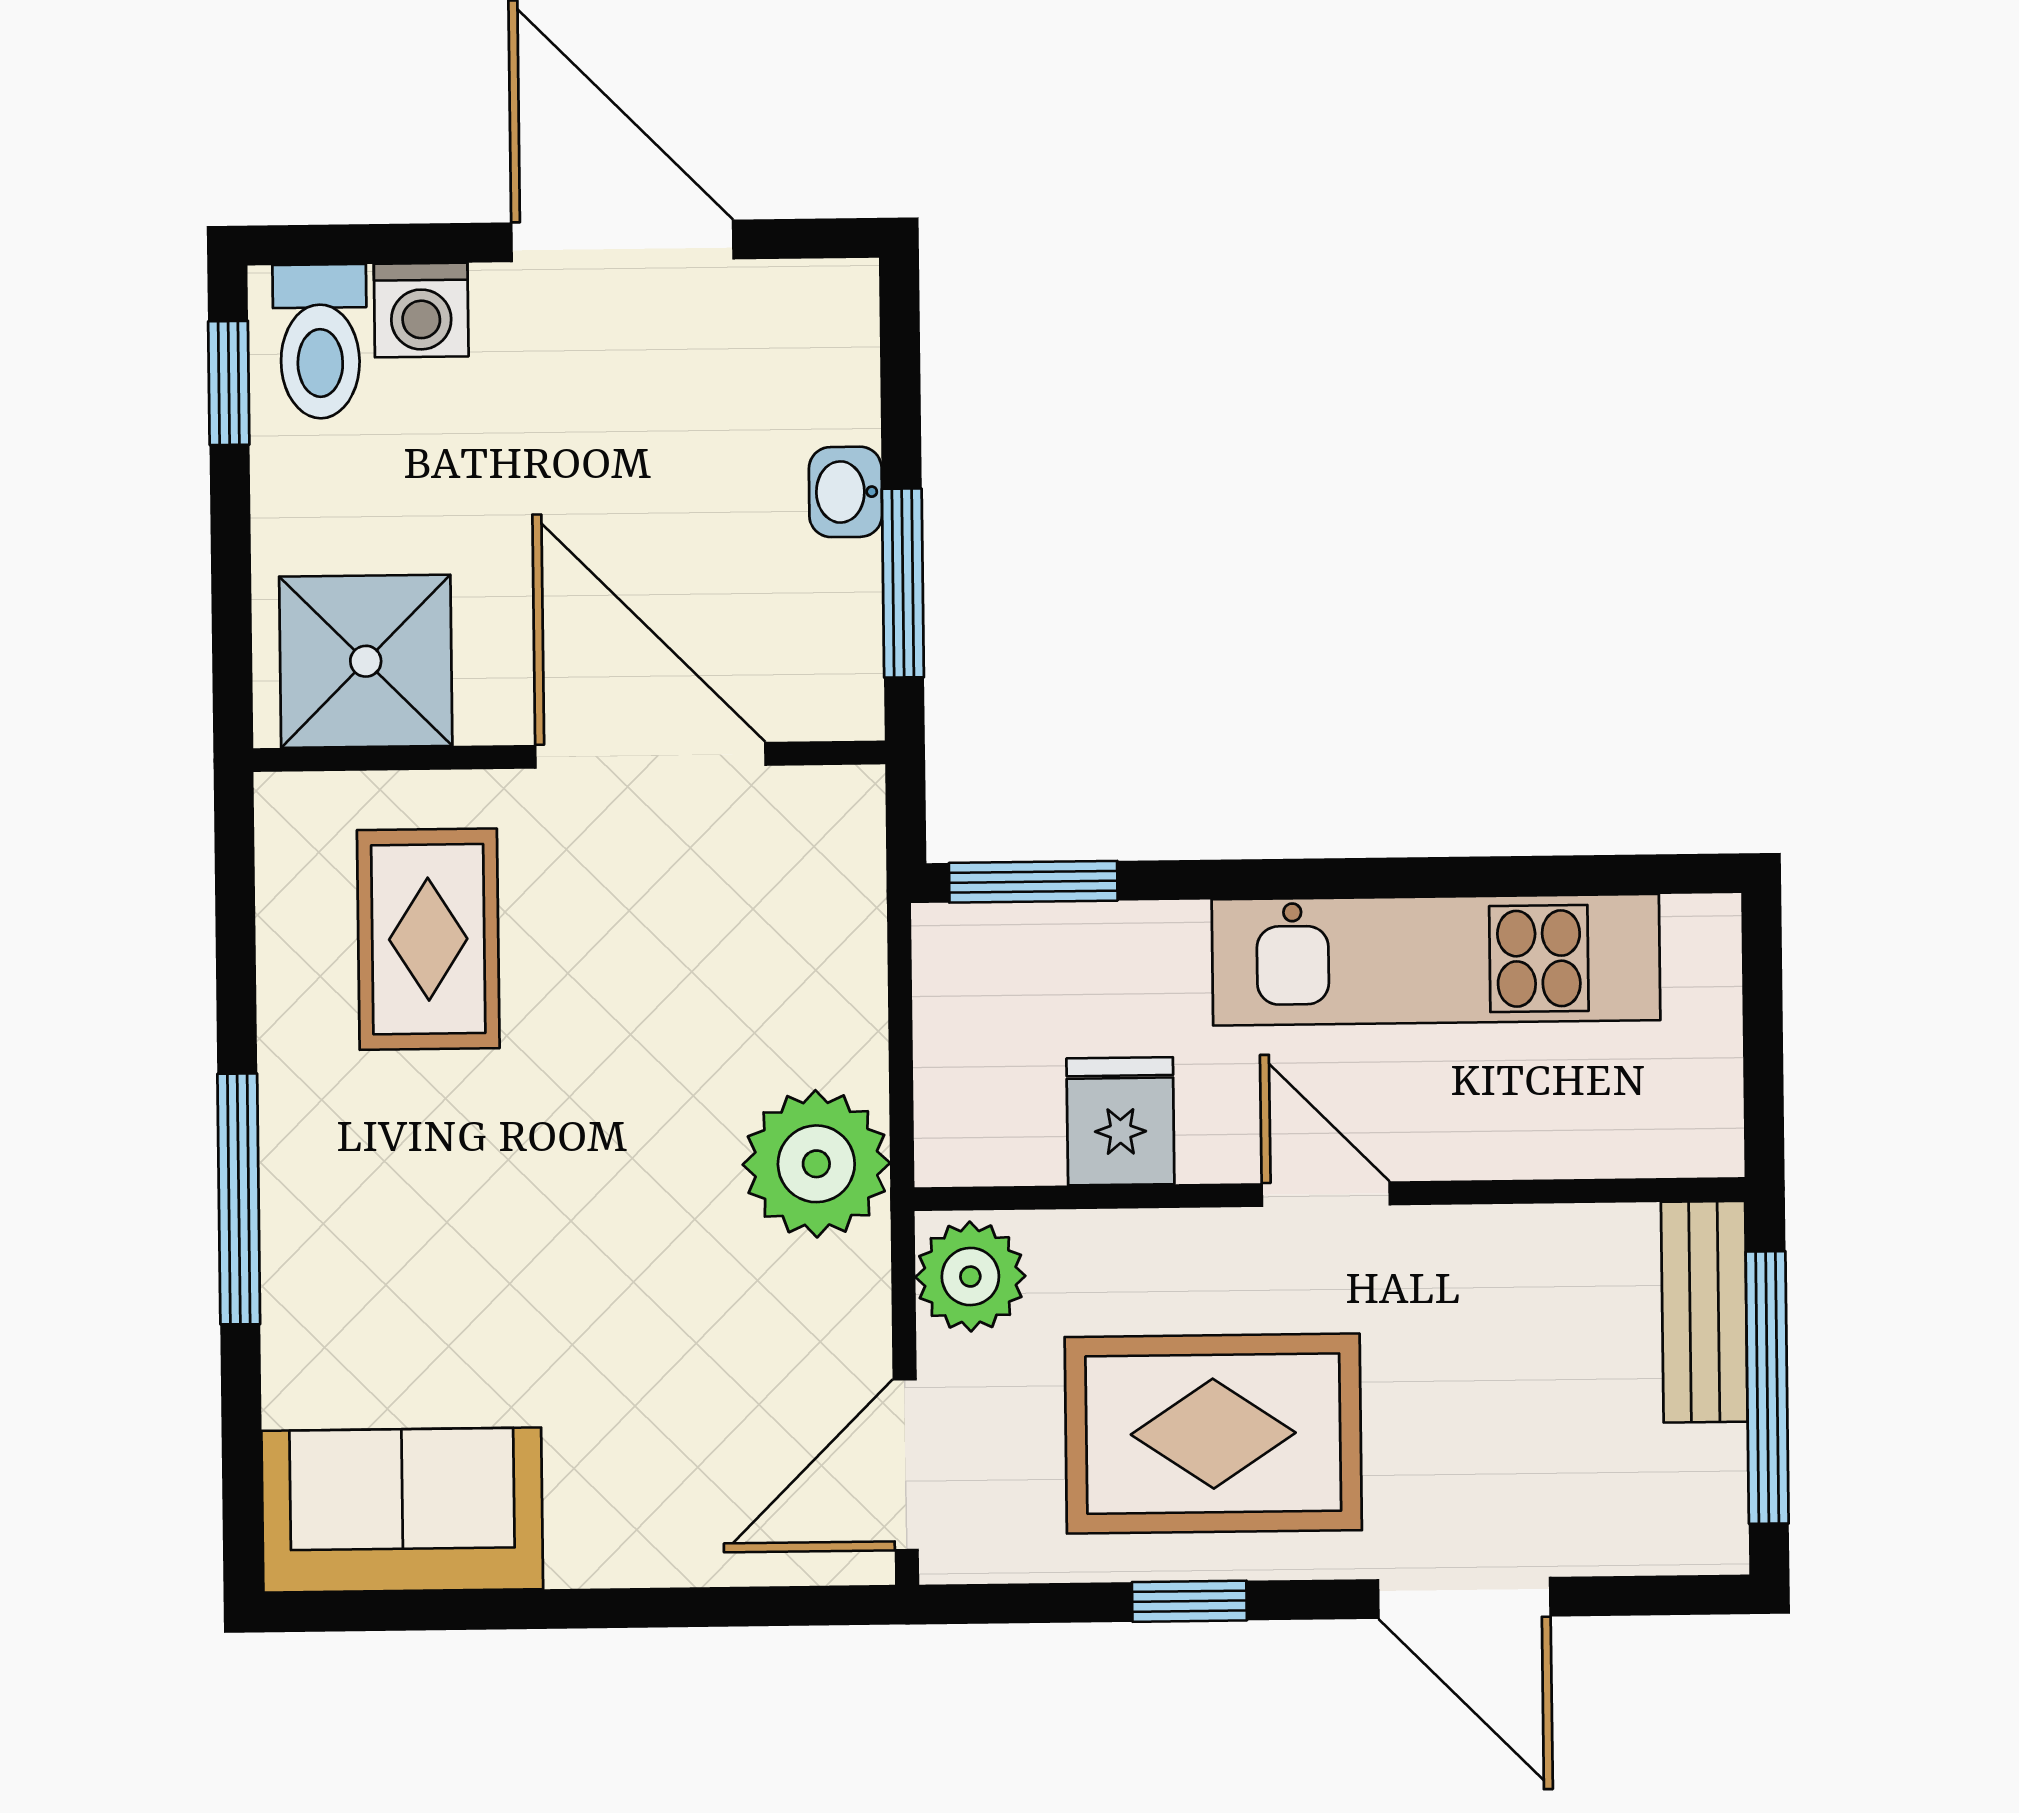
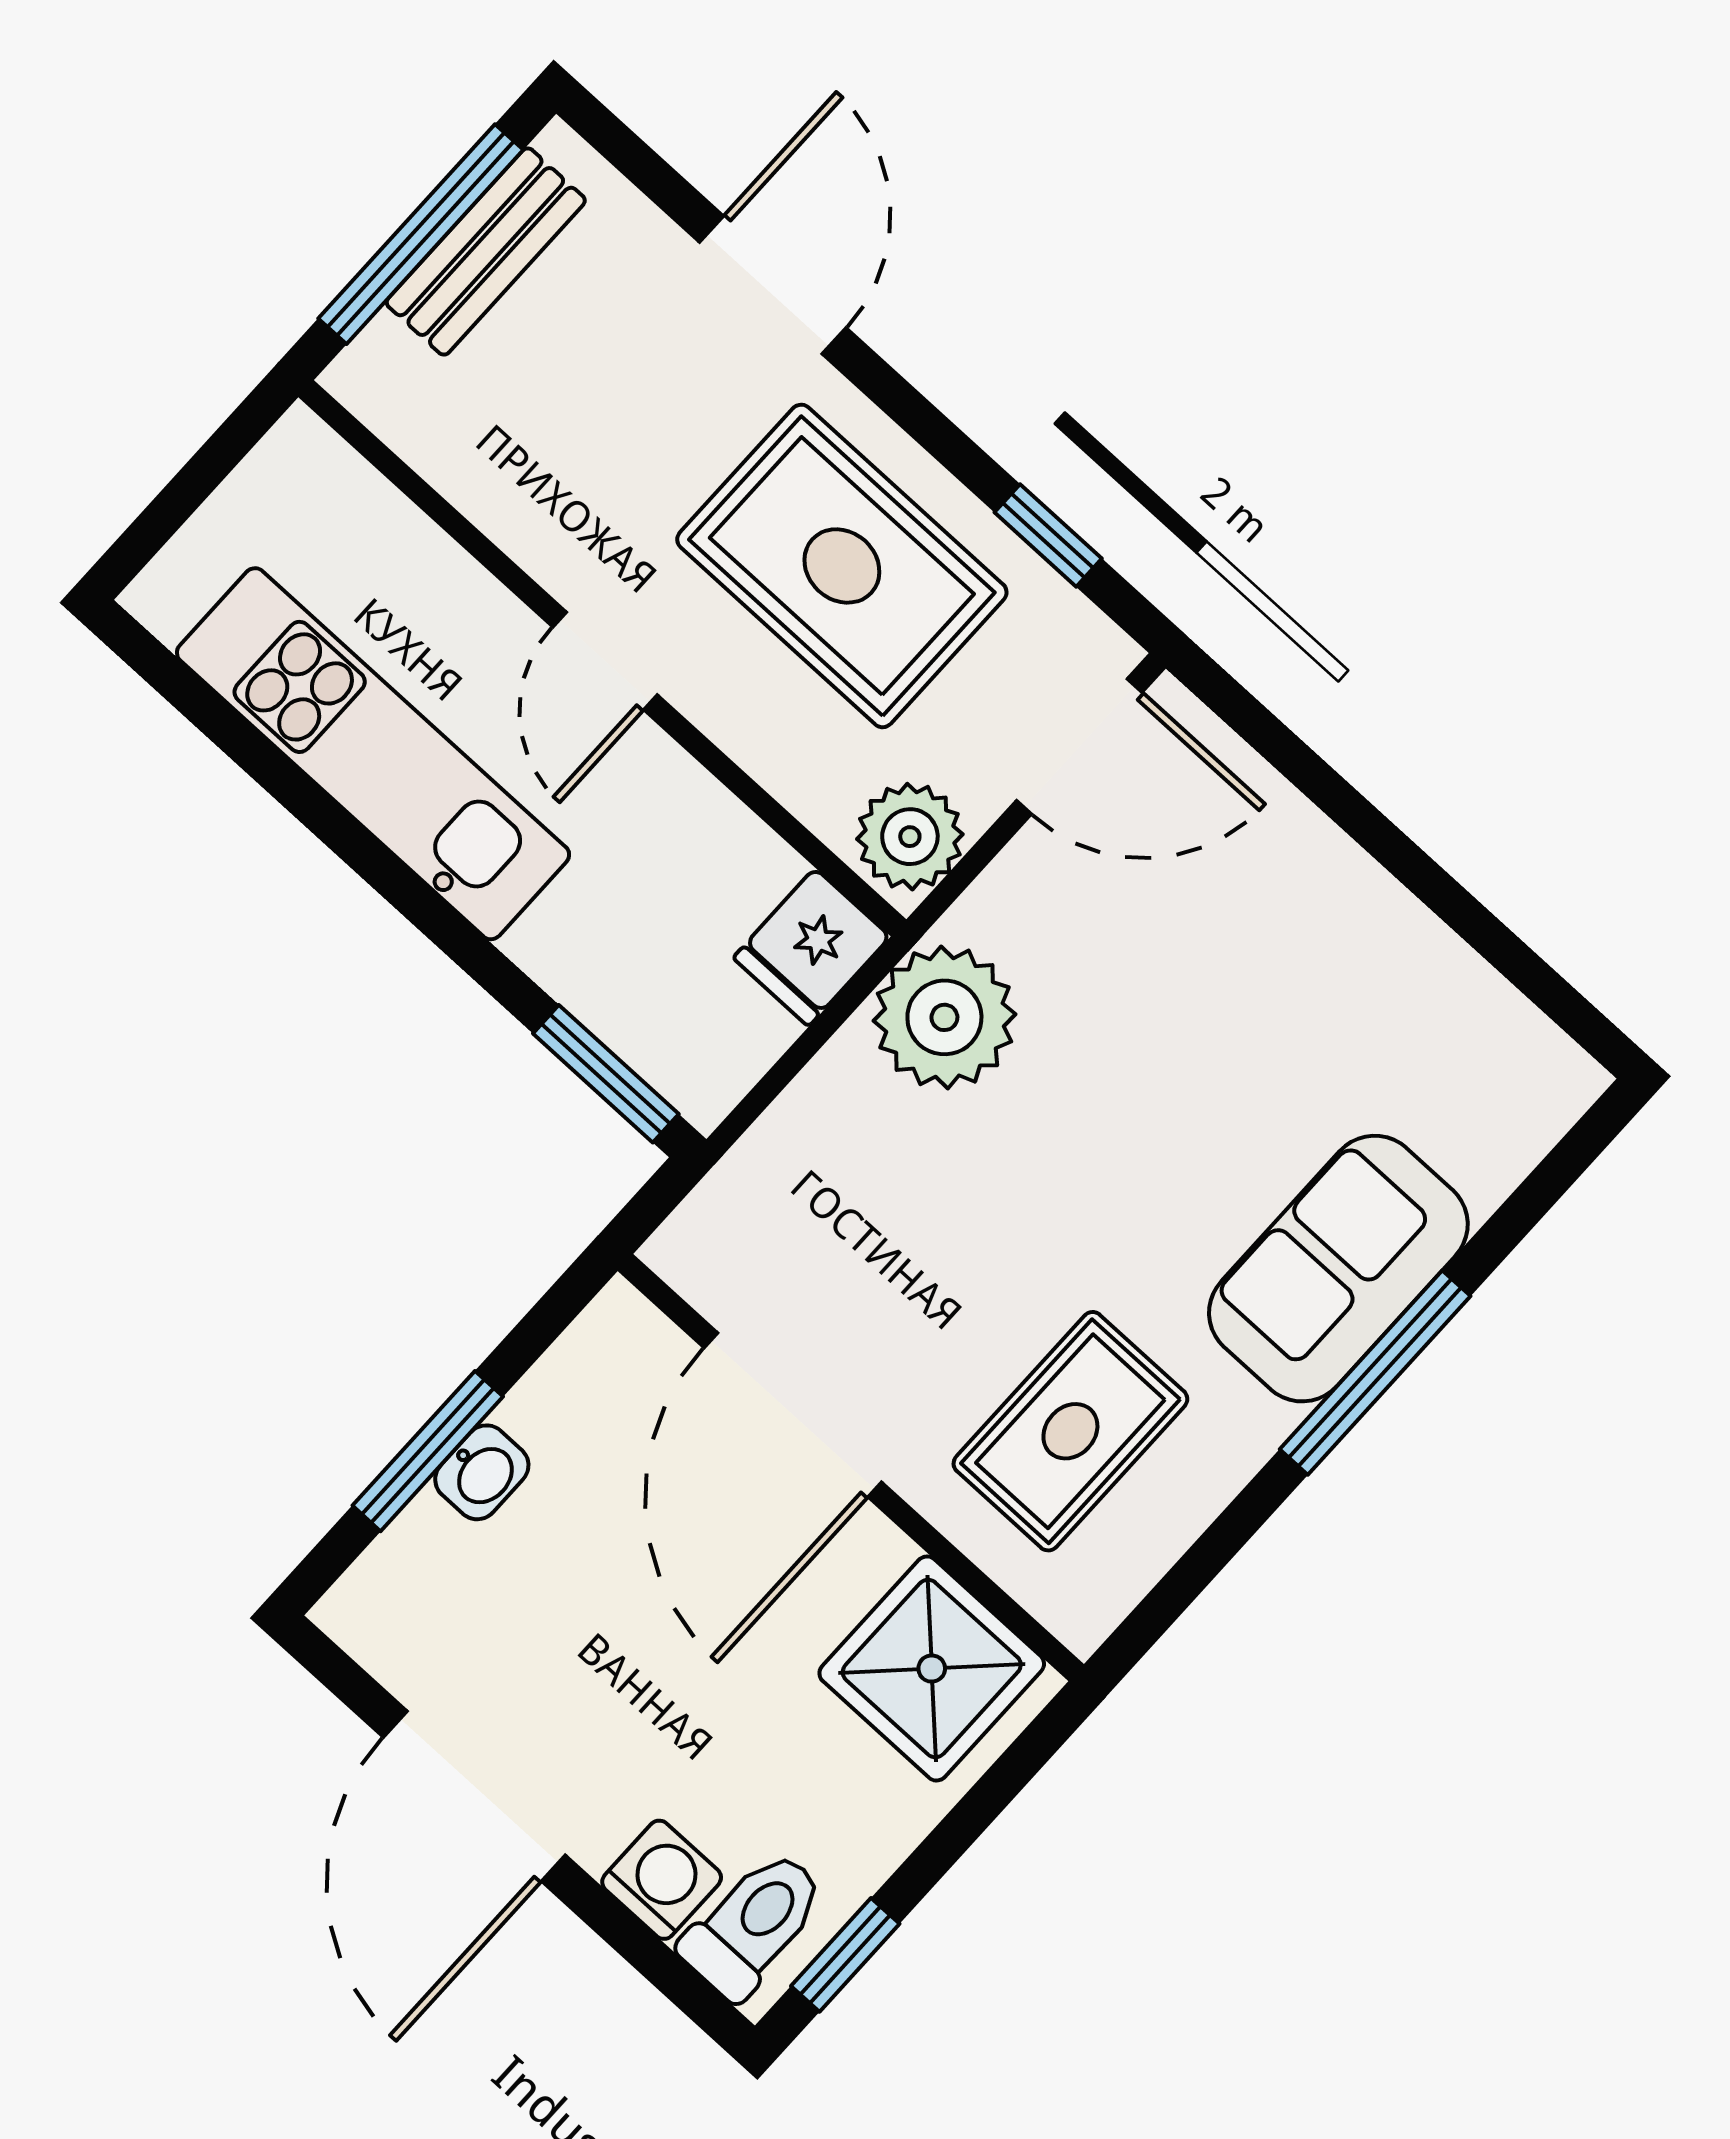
window: (903, 583) -> (428, 1451), moved
fridge: (1120, 1121) -> (812, 947), moved
bench: (1704, 1312) -> (486, 251), moved
sofa: (402, 1510) -> (1338, 1269), moved, turned 90
window: (1189, 1601) -> (1048, 535), moved

